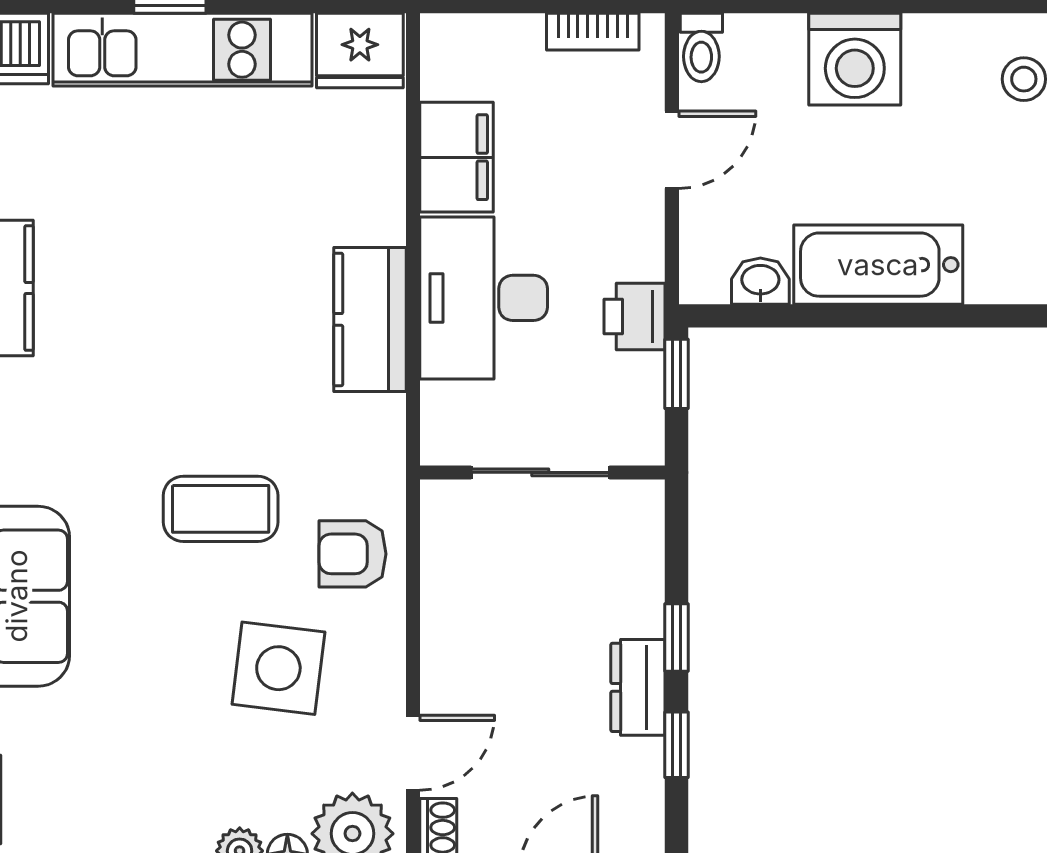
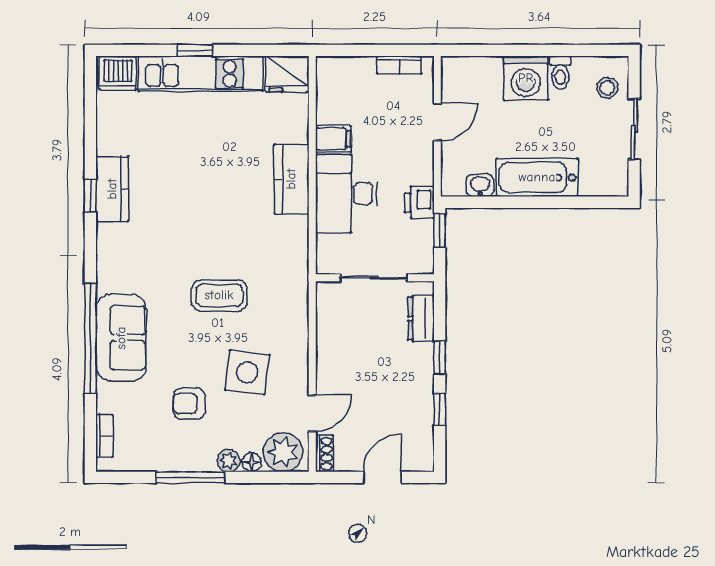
toilet: (701, 48) -> (560, 73), moved
filing cabinet: (457, 157) -> (333, 139), width x0.50
kitchen counter: (370, 319) -> (291, 179), moved
armchair: (352, 554) -> (189, 404), moved
dresser: (638, 687) -> (421, 318), moved

